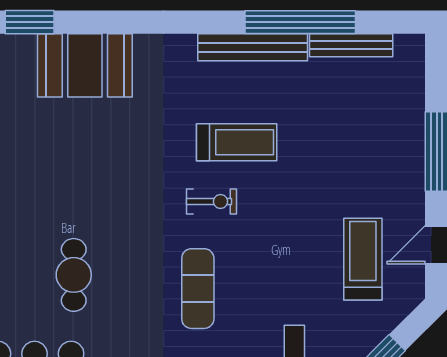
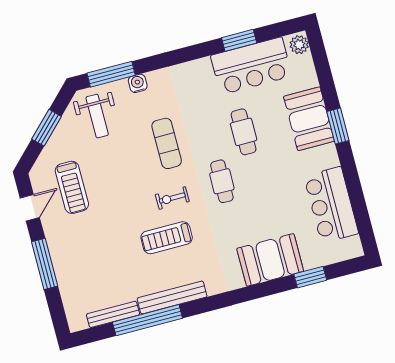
cafe table: (128, 207) -> (222, 181), added

